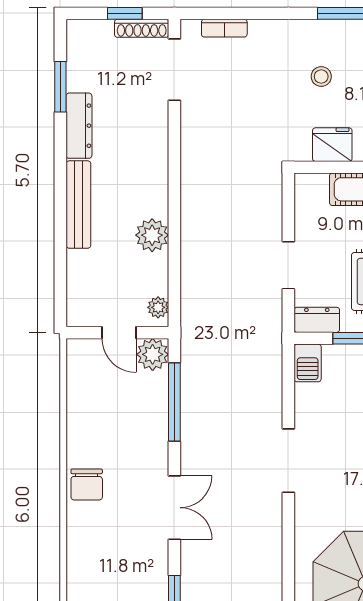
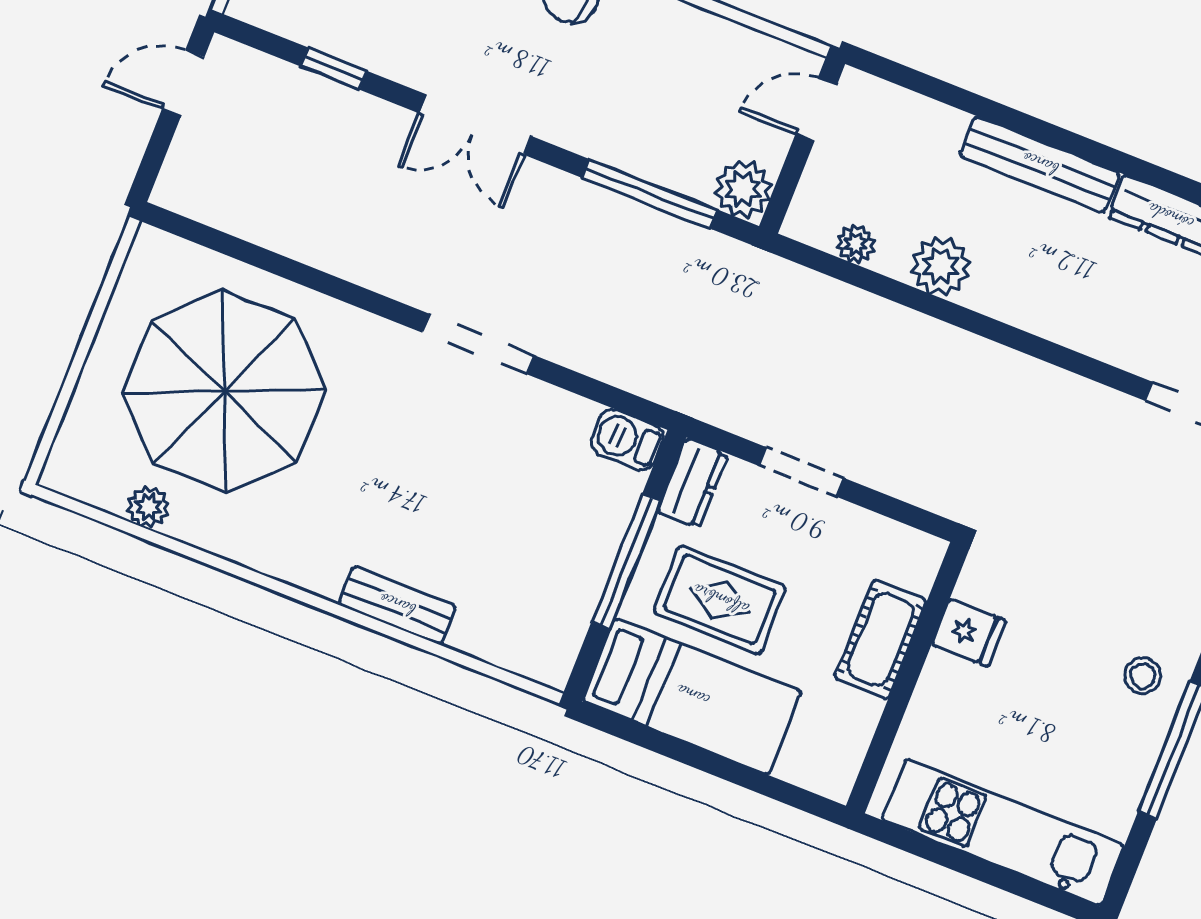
stool: (321, 76) -> (1143, 676), moved
fridge: (332, 145) -> (969, 633), width x0.72
plant: (158, 307) -> (856, 244), moved
door: (119, 333) -> (816, 109), moved

